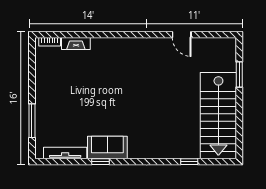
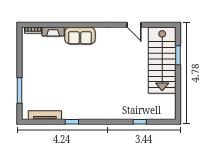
stairs: (218, 116) -> (162, 60), moved
sofa: (107, 147) -> (80, 36), moved, turned 180

